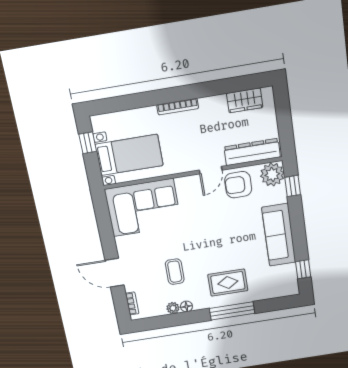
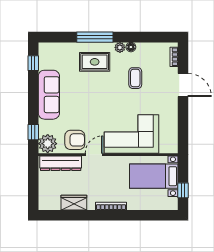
wardrobe: (245, 100) -> (74, 203), moved
corner sofa: (143, 208) -> (132, 134), moved
plant: (173, 308) -> (120, 47), moved

